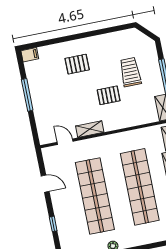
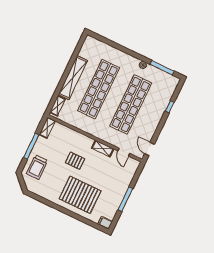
pallet: (77, 64) -> (80, 195), width x2.05, depth x2.00
trolley: (130, 72) -> (37, 167), moved
door: (45, 184) -> (149, 149), moved

